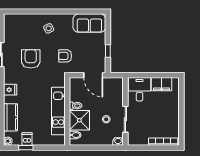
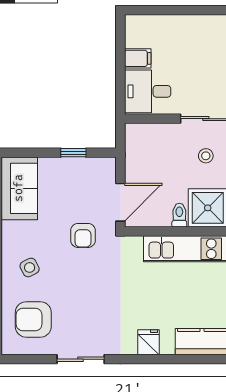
armchair: (31, 59) -> (33, 319), moved
door: (93, 75) -> (120, 202), moved
filing cabinet: (162, 84) -> (138, 58), width x0.50

